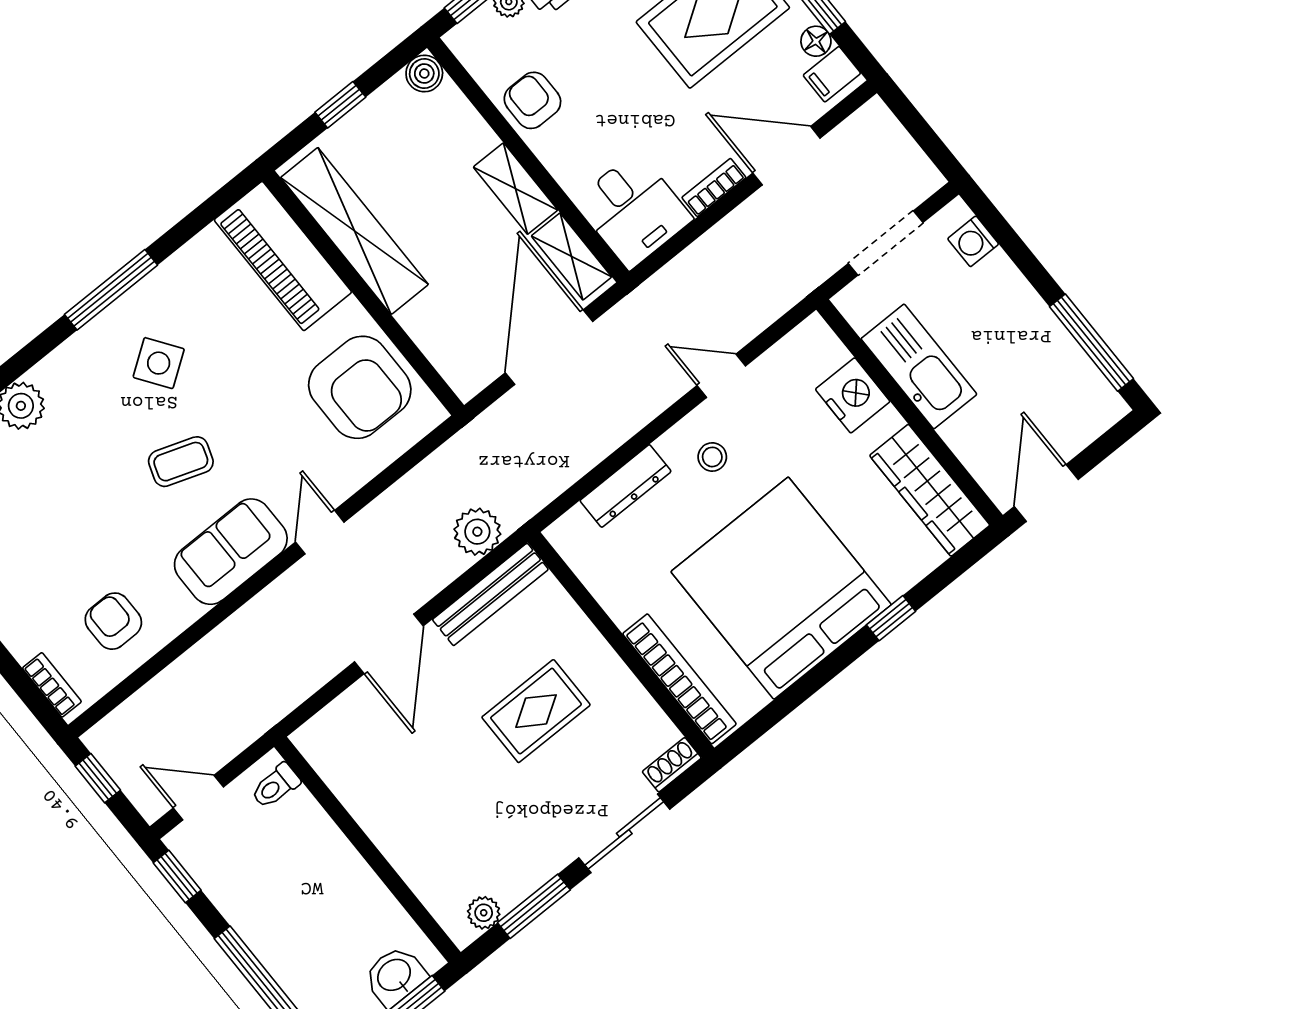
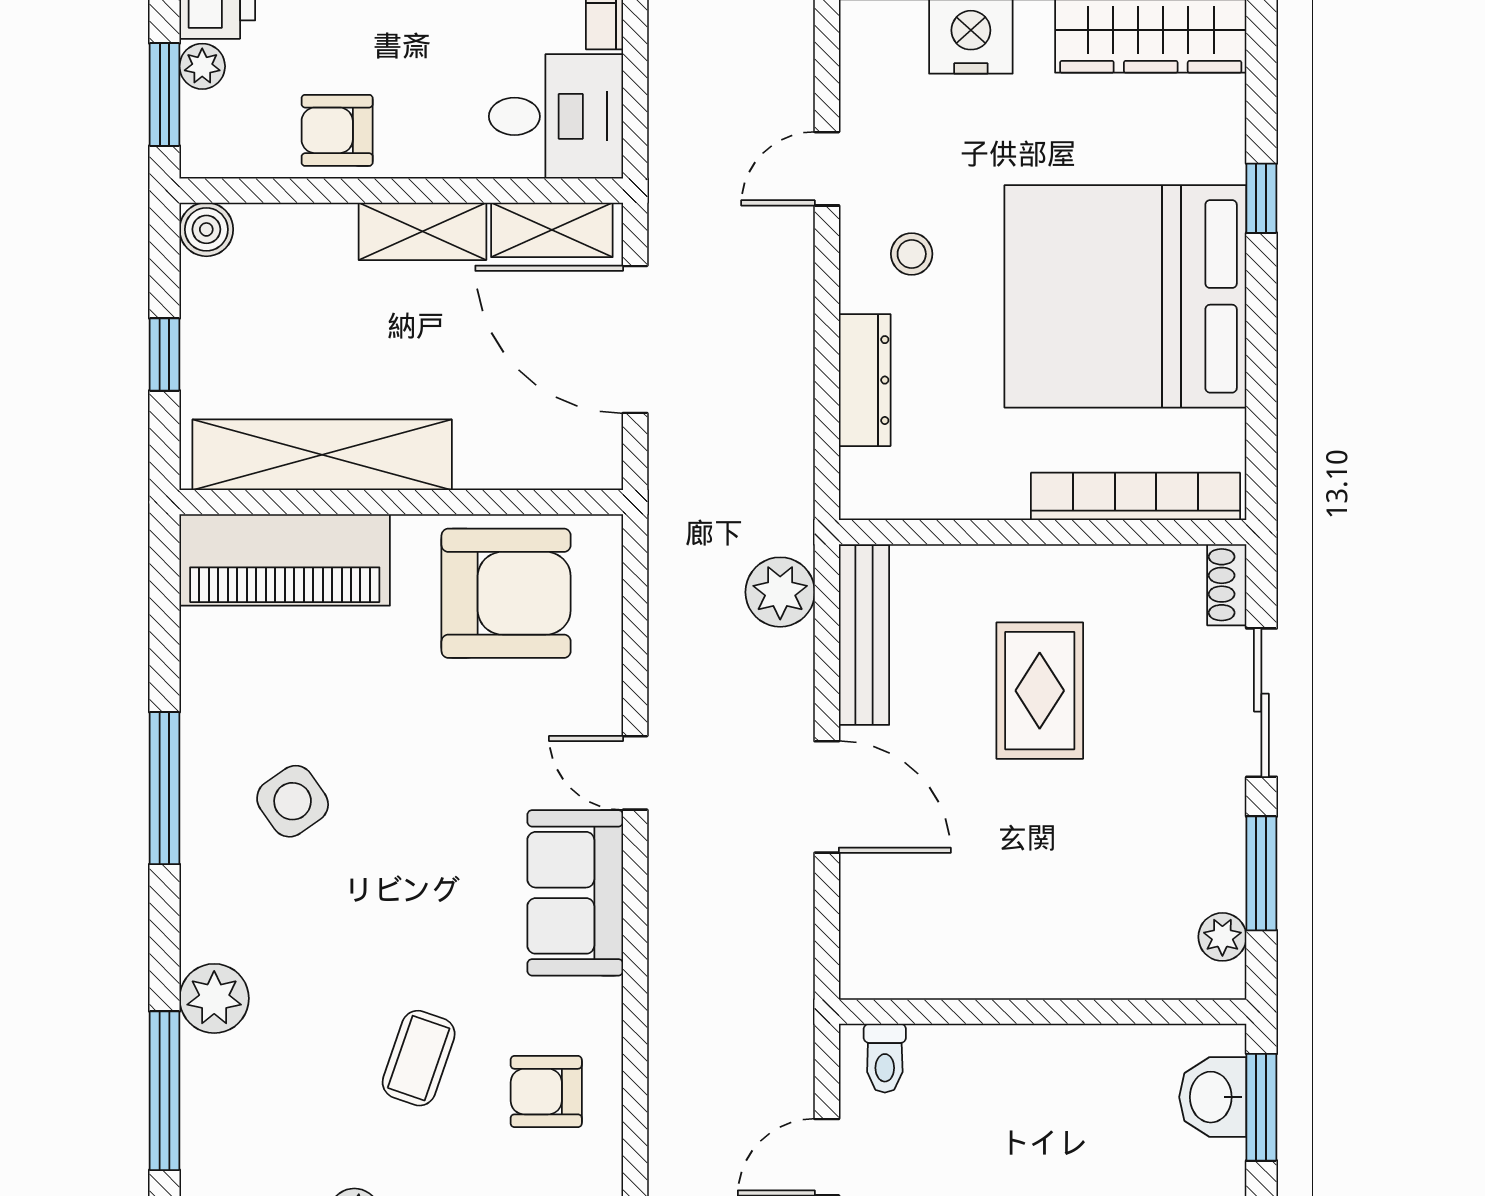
coffee table: (181, 462) -> (419, 1058), moved

